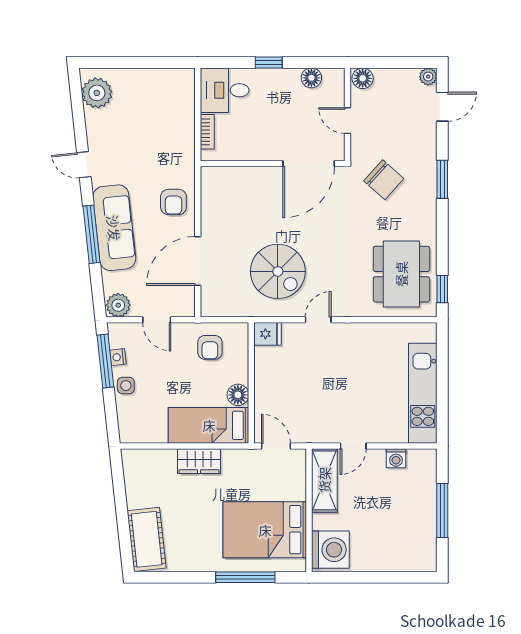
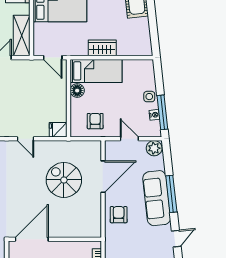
door: (84, 165) -> (176, 239), hinge flipped
spiral stairs: (278, 271) -> (64, 180), moved
door: (318, 320) -> (26, 139), hinge flipped

